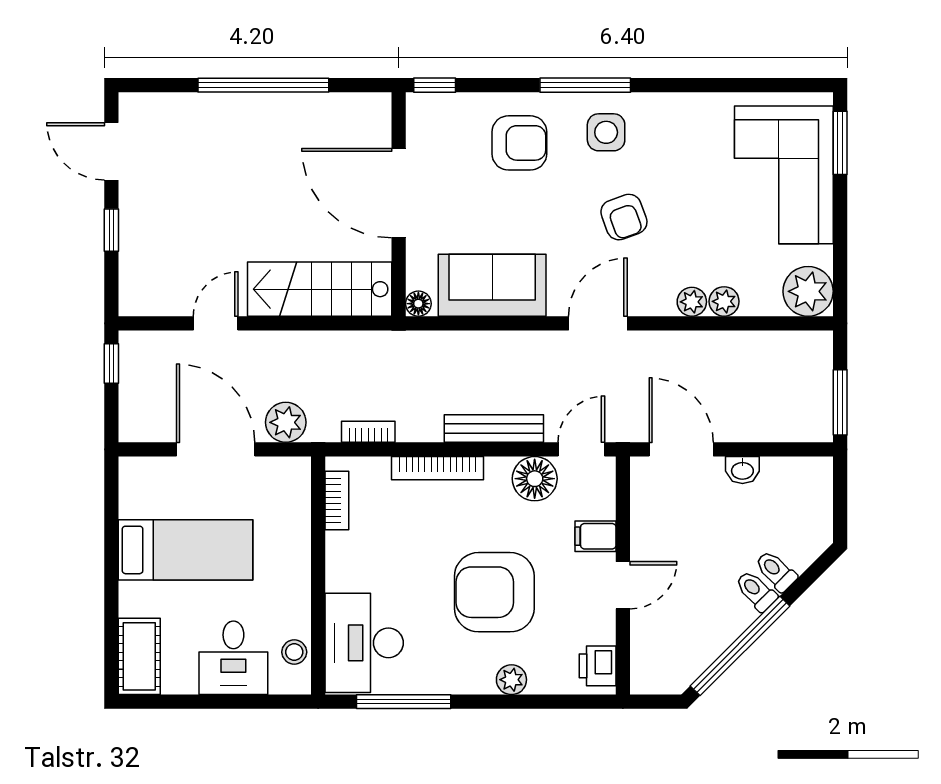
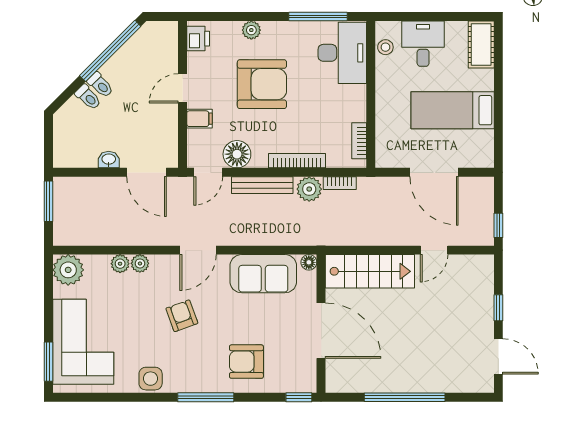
side table: (606, 132) -> (151, 379), moved
plant: (286, 422) -> (309, 189), moved

